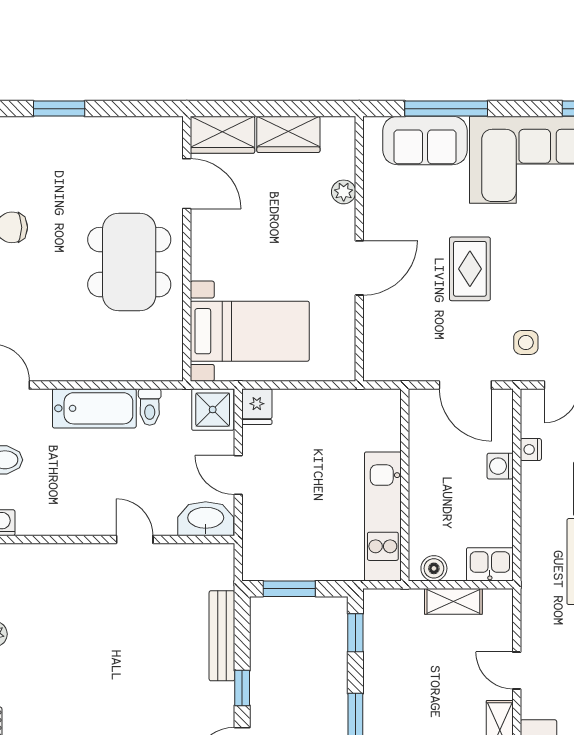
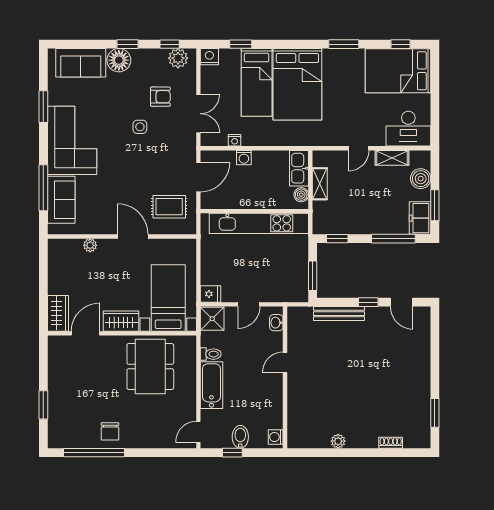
wardrobe: (288, 134) -> (121, 321), moved, turned -90
dining table: (129, 262) -> (150, 367), moved, turned 90
rug: (470, 269) -> (169, 207), moved
side table: (526, 343) -> (140, 127), moved
kitchen unit: (383, 517) -> (259, 223), width x1.36
washbasin: (206, 519) -> (276, 323), width x0.52, depth x0.69
kitchen sink: (490, 564) -> (299, 168), width x1.38

